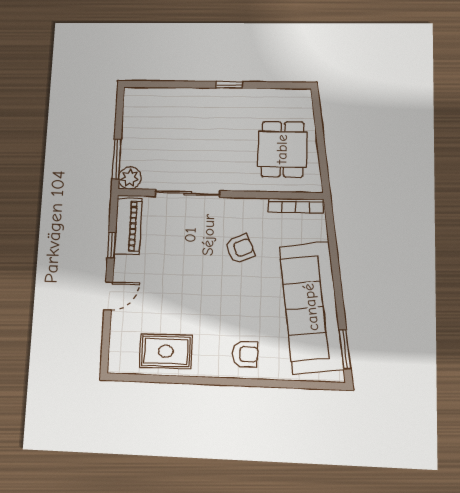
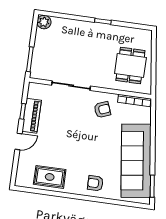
plant: (130, 178) -> (44, 22), moved
piano: (128, 226) -> (32, 116), moved
armchair: (240, 249) -> (102, 110), moved
armchair: (245, 354) -> (95, 183), turned 180

